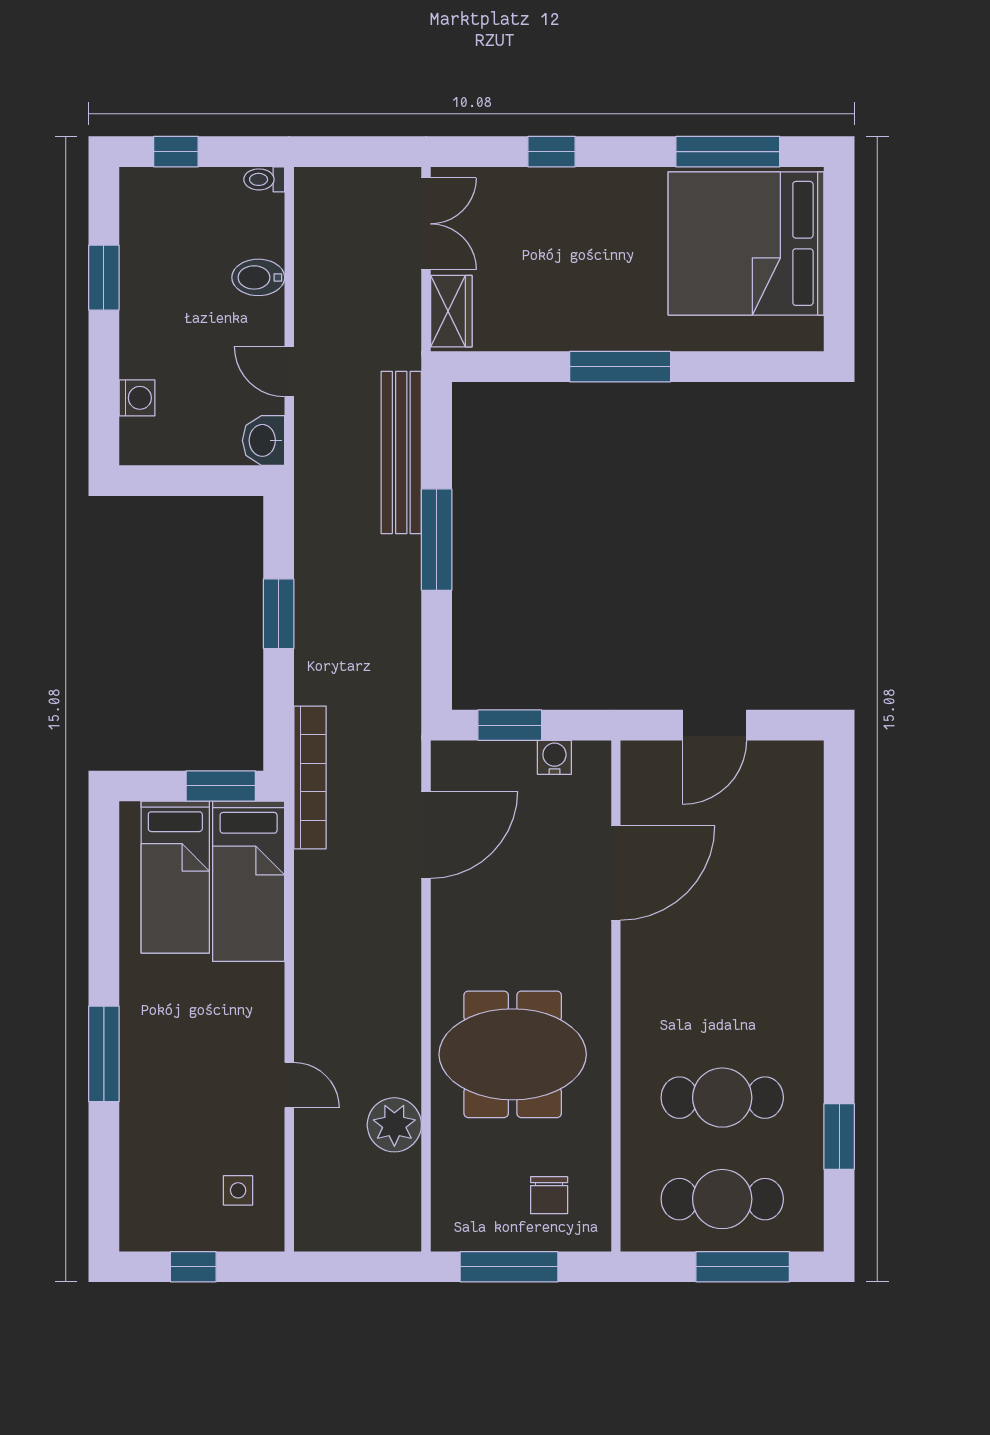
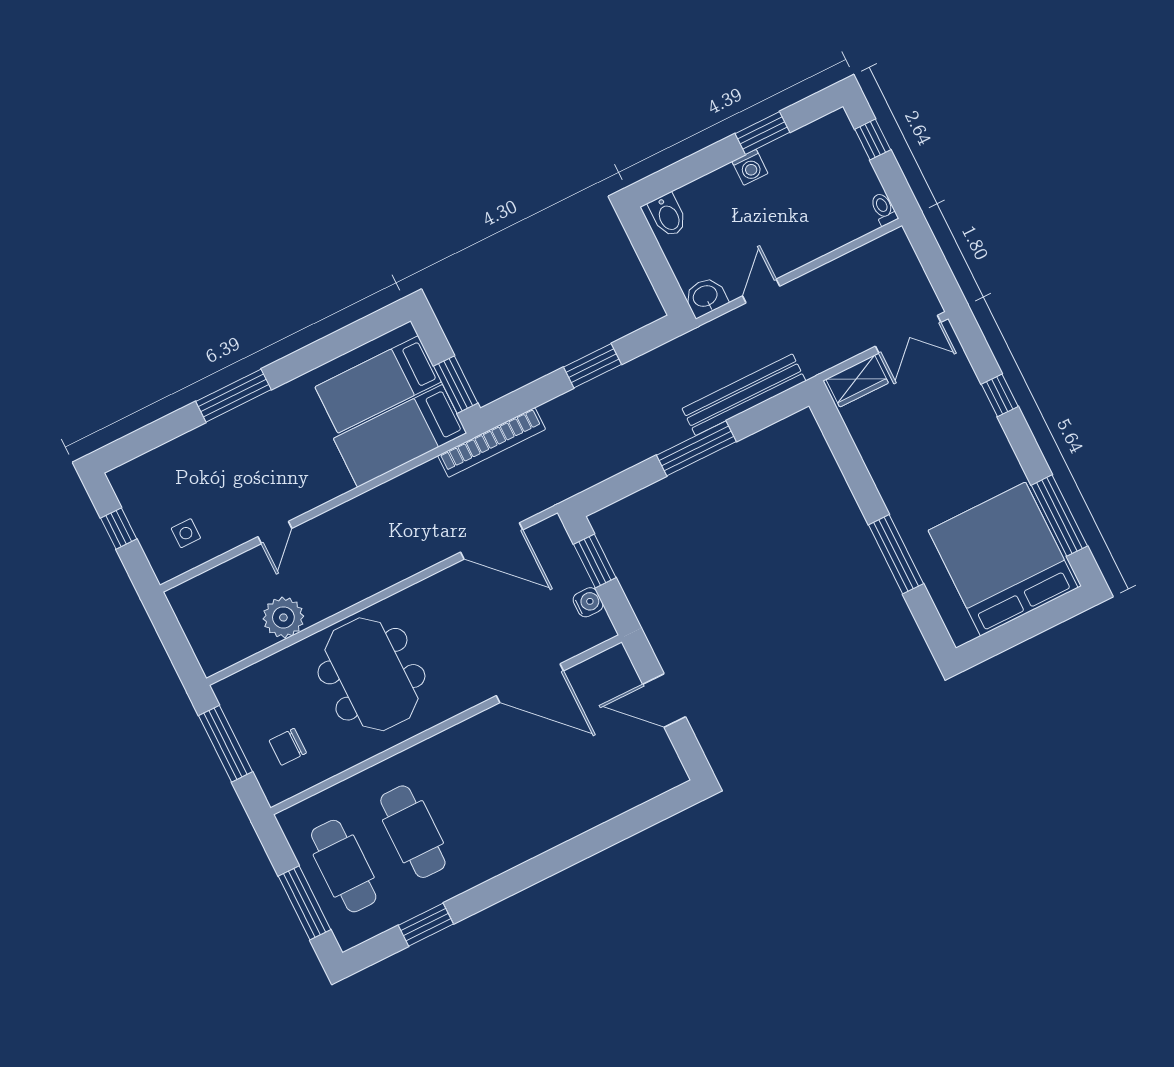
bidet: (258, 277) -> (668, 215), moved, turned 180
window: (620, 367) -> (896, 554), moved
washing machine: (137, 398) -> (750, 167), moved

